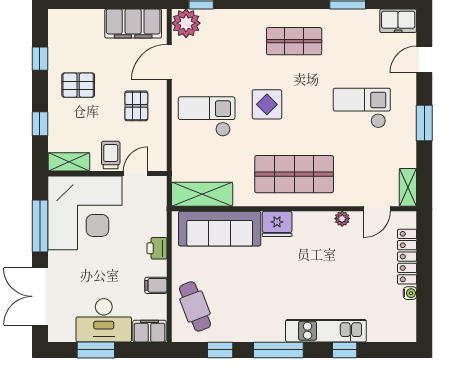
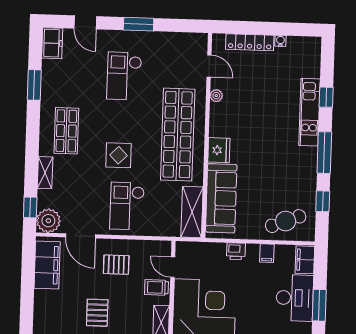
shop shelf: (294, 174) -> (178, 135), width x1.40
shelving: (408, 187) -> (45, 173), moved, turned 90

